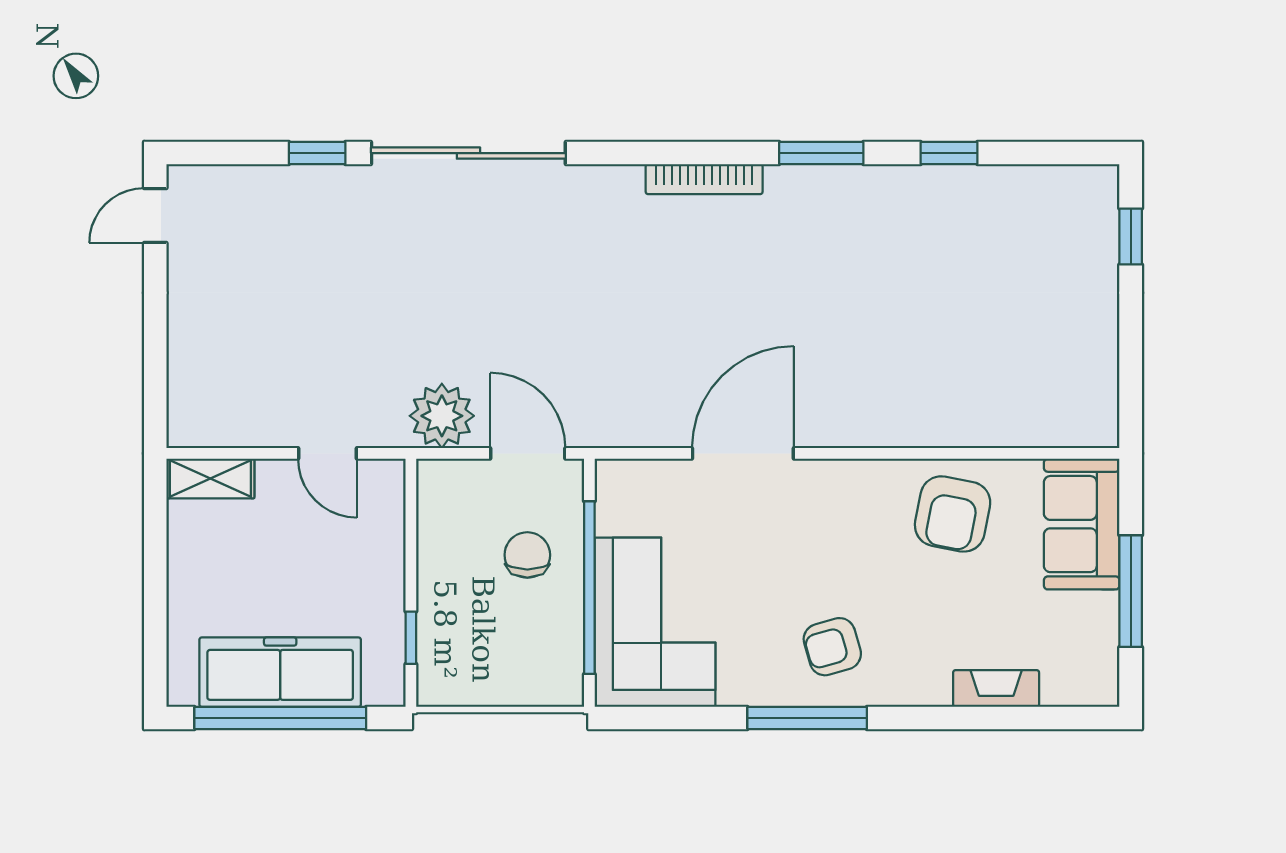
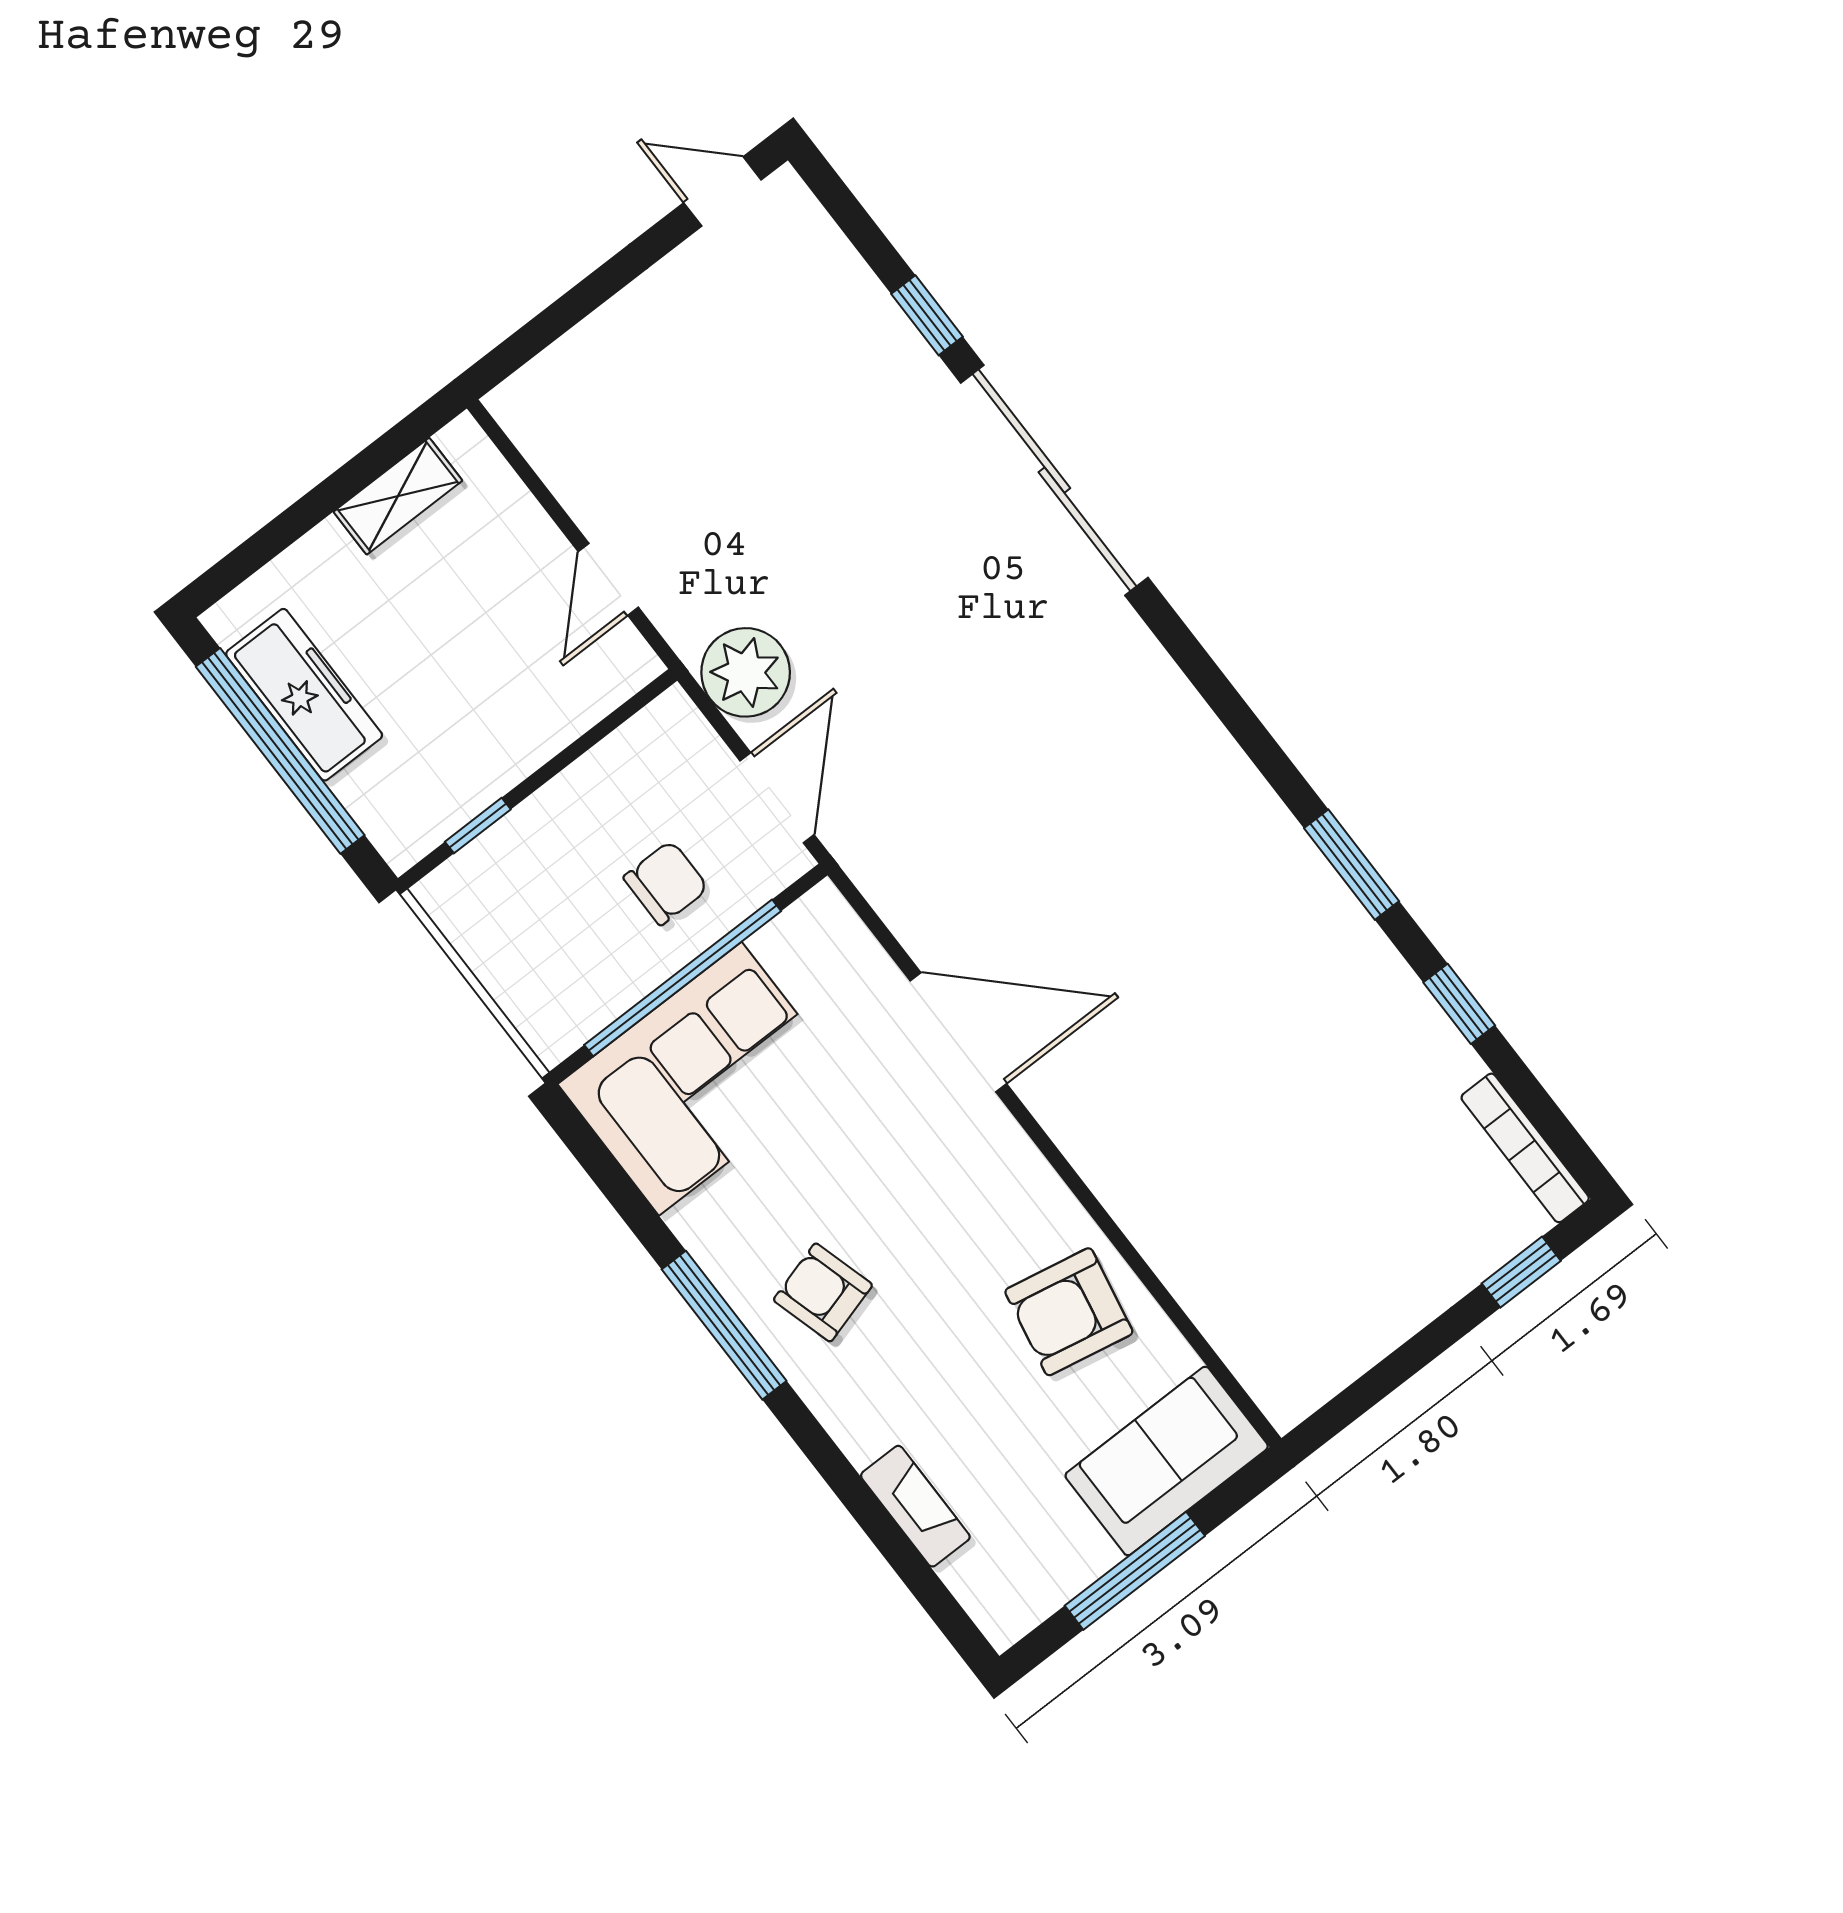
bookcase: (704, 179) -> (1525, 1148), moved
shelving: (210, 479) -> (398, 496), moved, turned 90
freezer: (280, 672) -> (304, 695), width x0.73, depth x0.79

